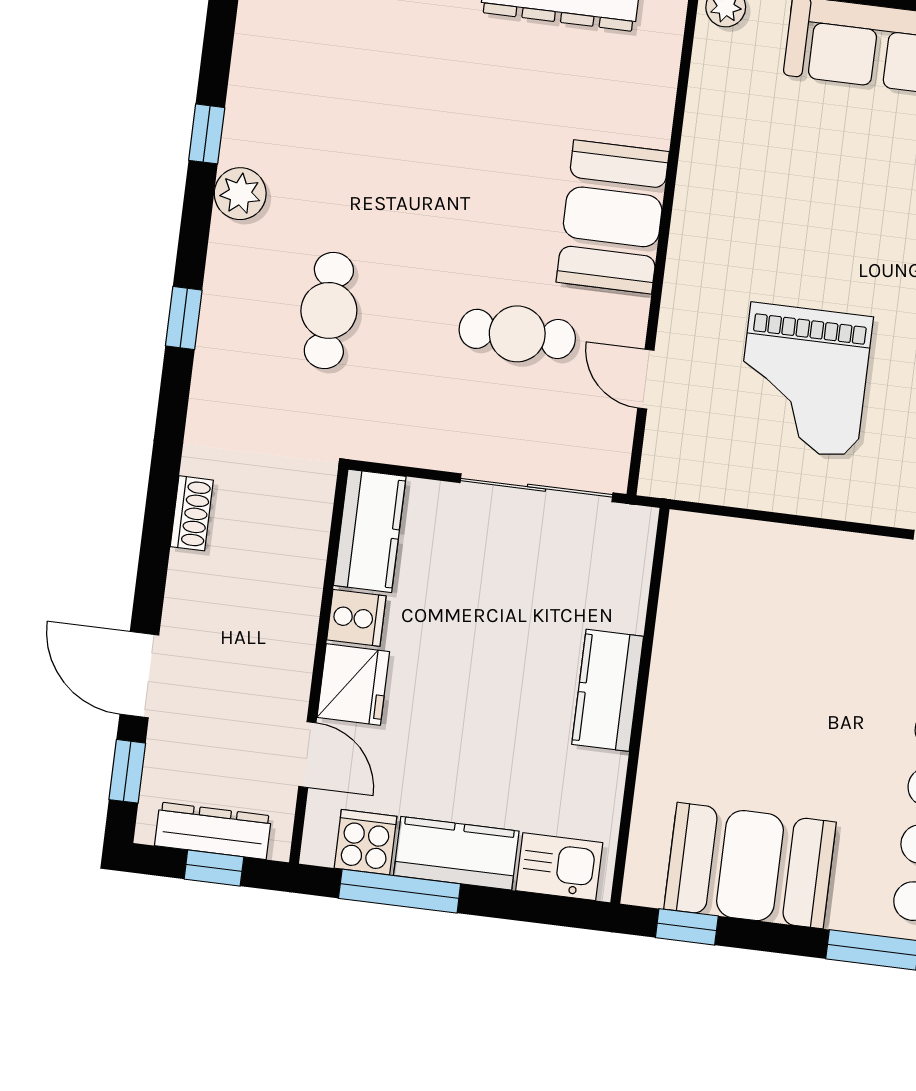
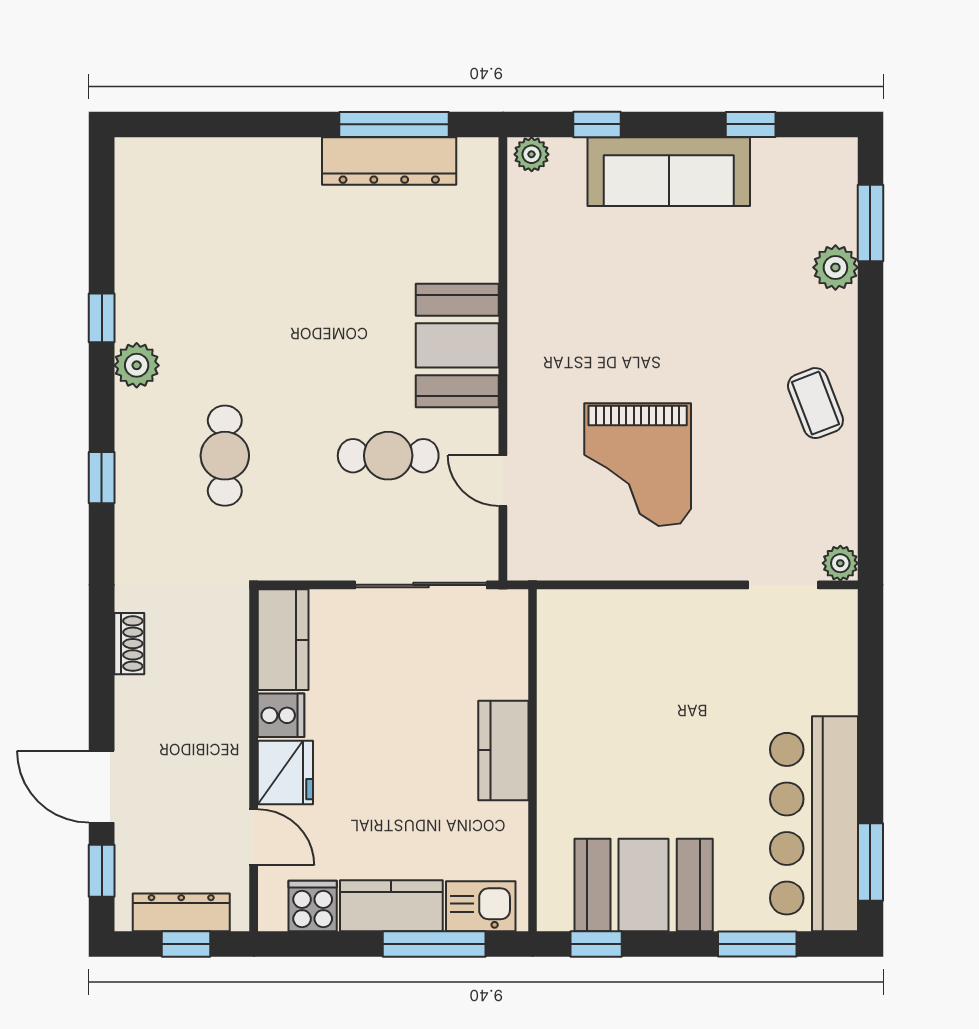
window: (400, 891) -> (434, 944), moved

